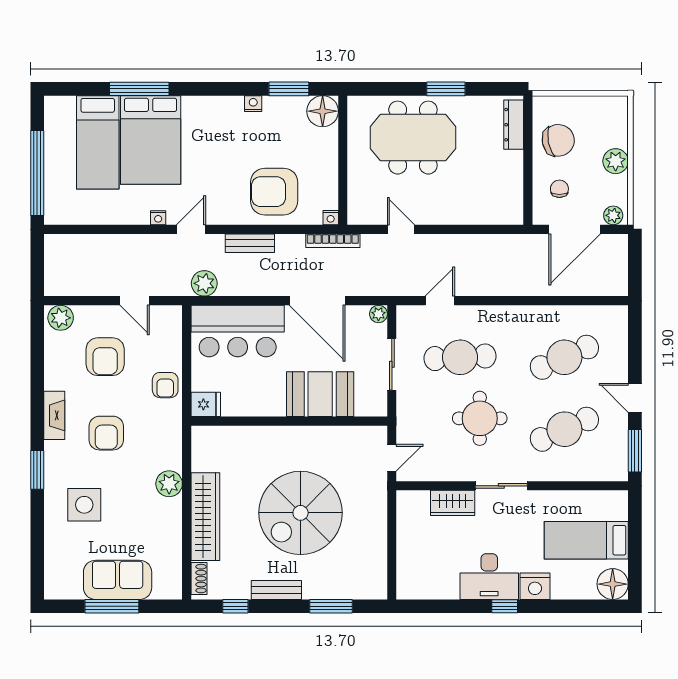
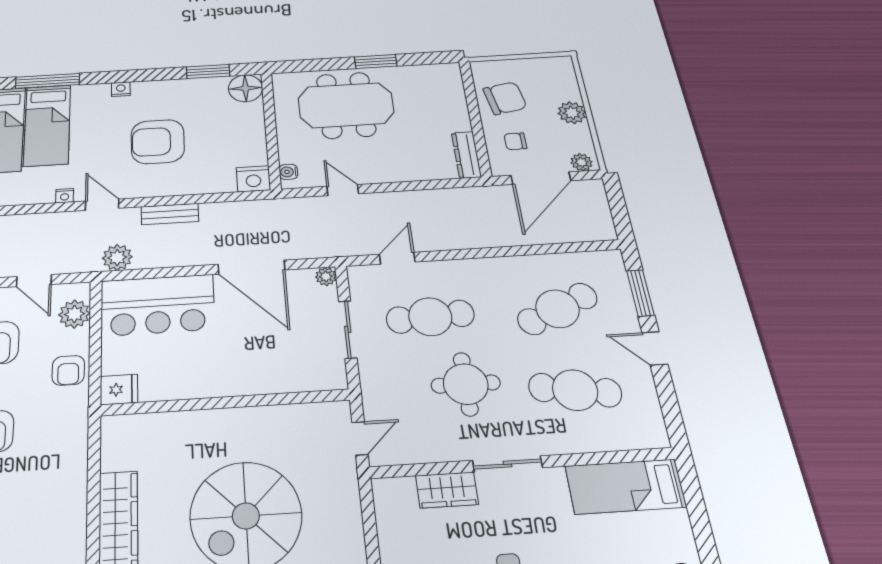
nightstand: (253, 104) -> (121, 89), moved
dresser: (514, 125) -> (466, 155), moved
bed: (151, 140) -> (47, 125), width x0.67
chair: (559, 189) -> (515, 141), turned -90
armchair: (274, 192) -> (158, 142), moved
water cooler: (355, 207) -> (288, 172), added
nightstand: (331, 218) -> (253, 179), width x1.89, depth x1.79
door: (191, 229) -> (102, 205), hinge flipped
bookcase: (333, 241) -> (266, 206), removed
booth: (320, 394) -> (262, 369), removed
cafe table: (564, 429) -> (575, 390), turned 33
window: (635, 451) -> (640, 293), moved
plant: (169, 484) -> (74, 314), moved
bed: (586, 540) -> (625, 486), moved

